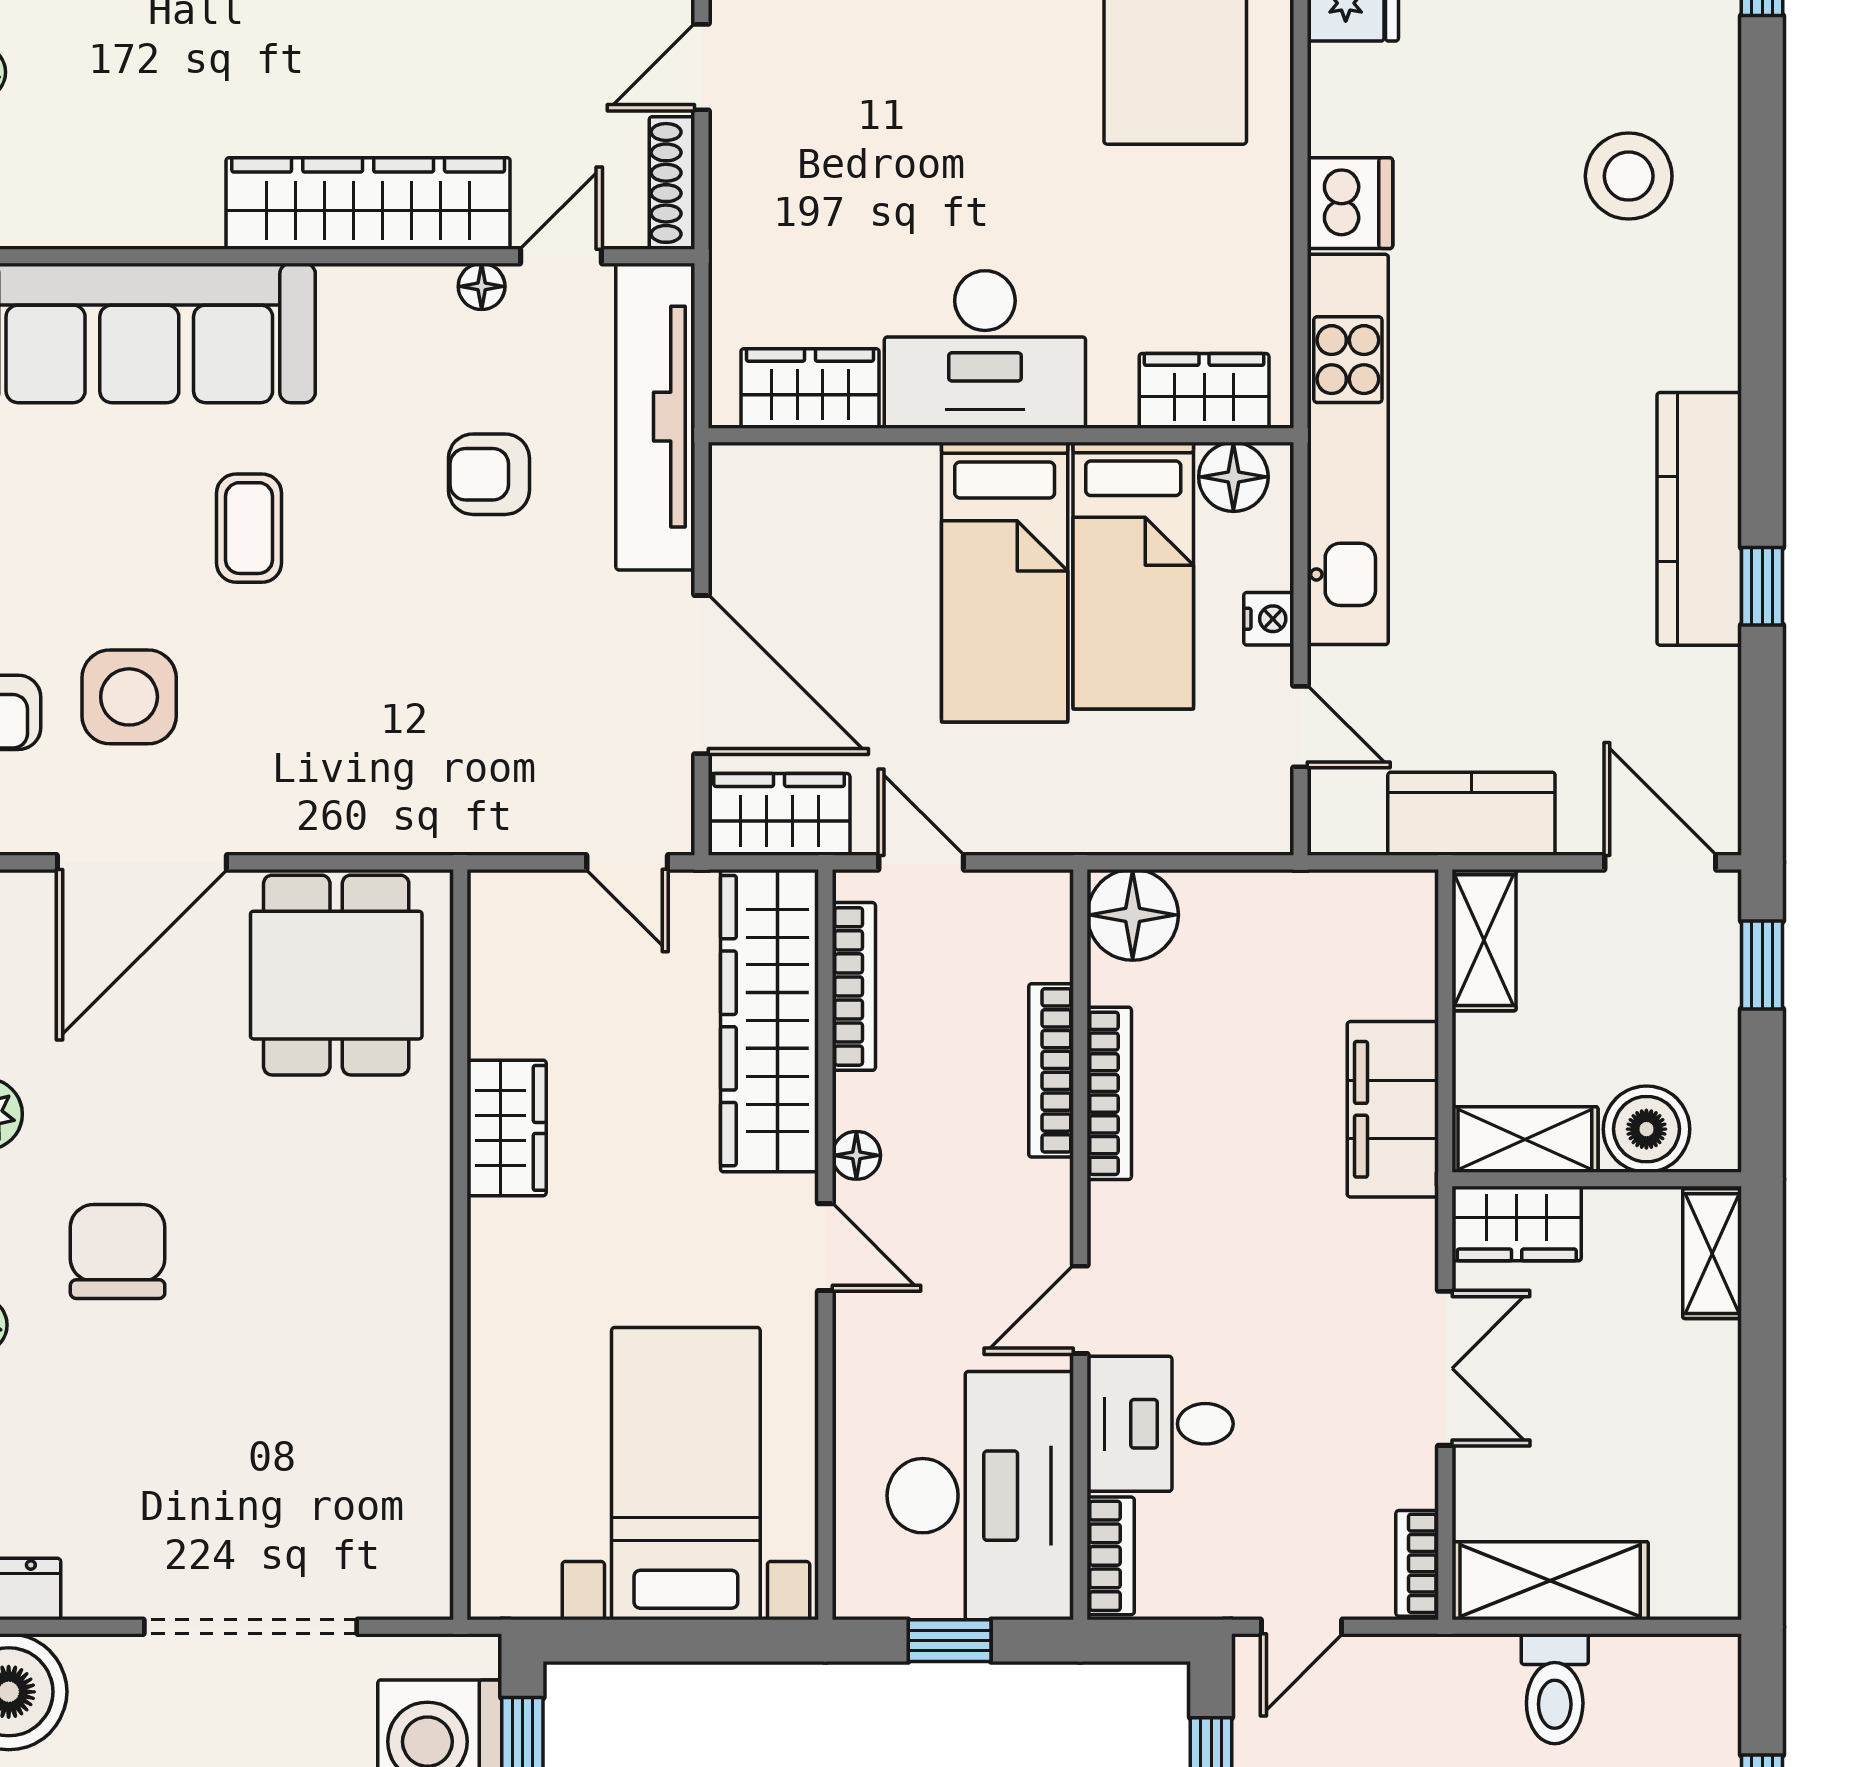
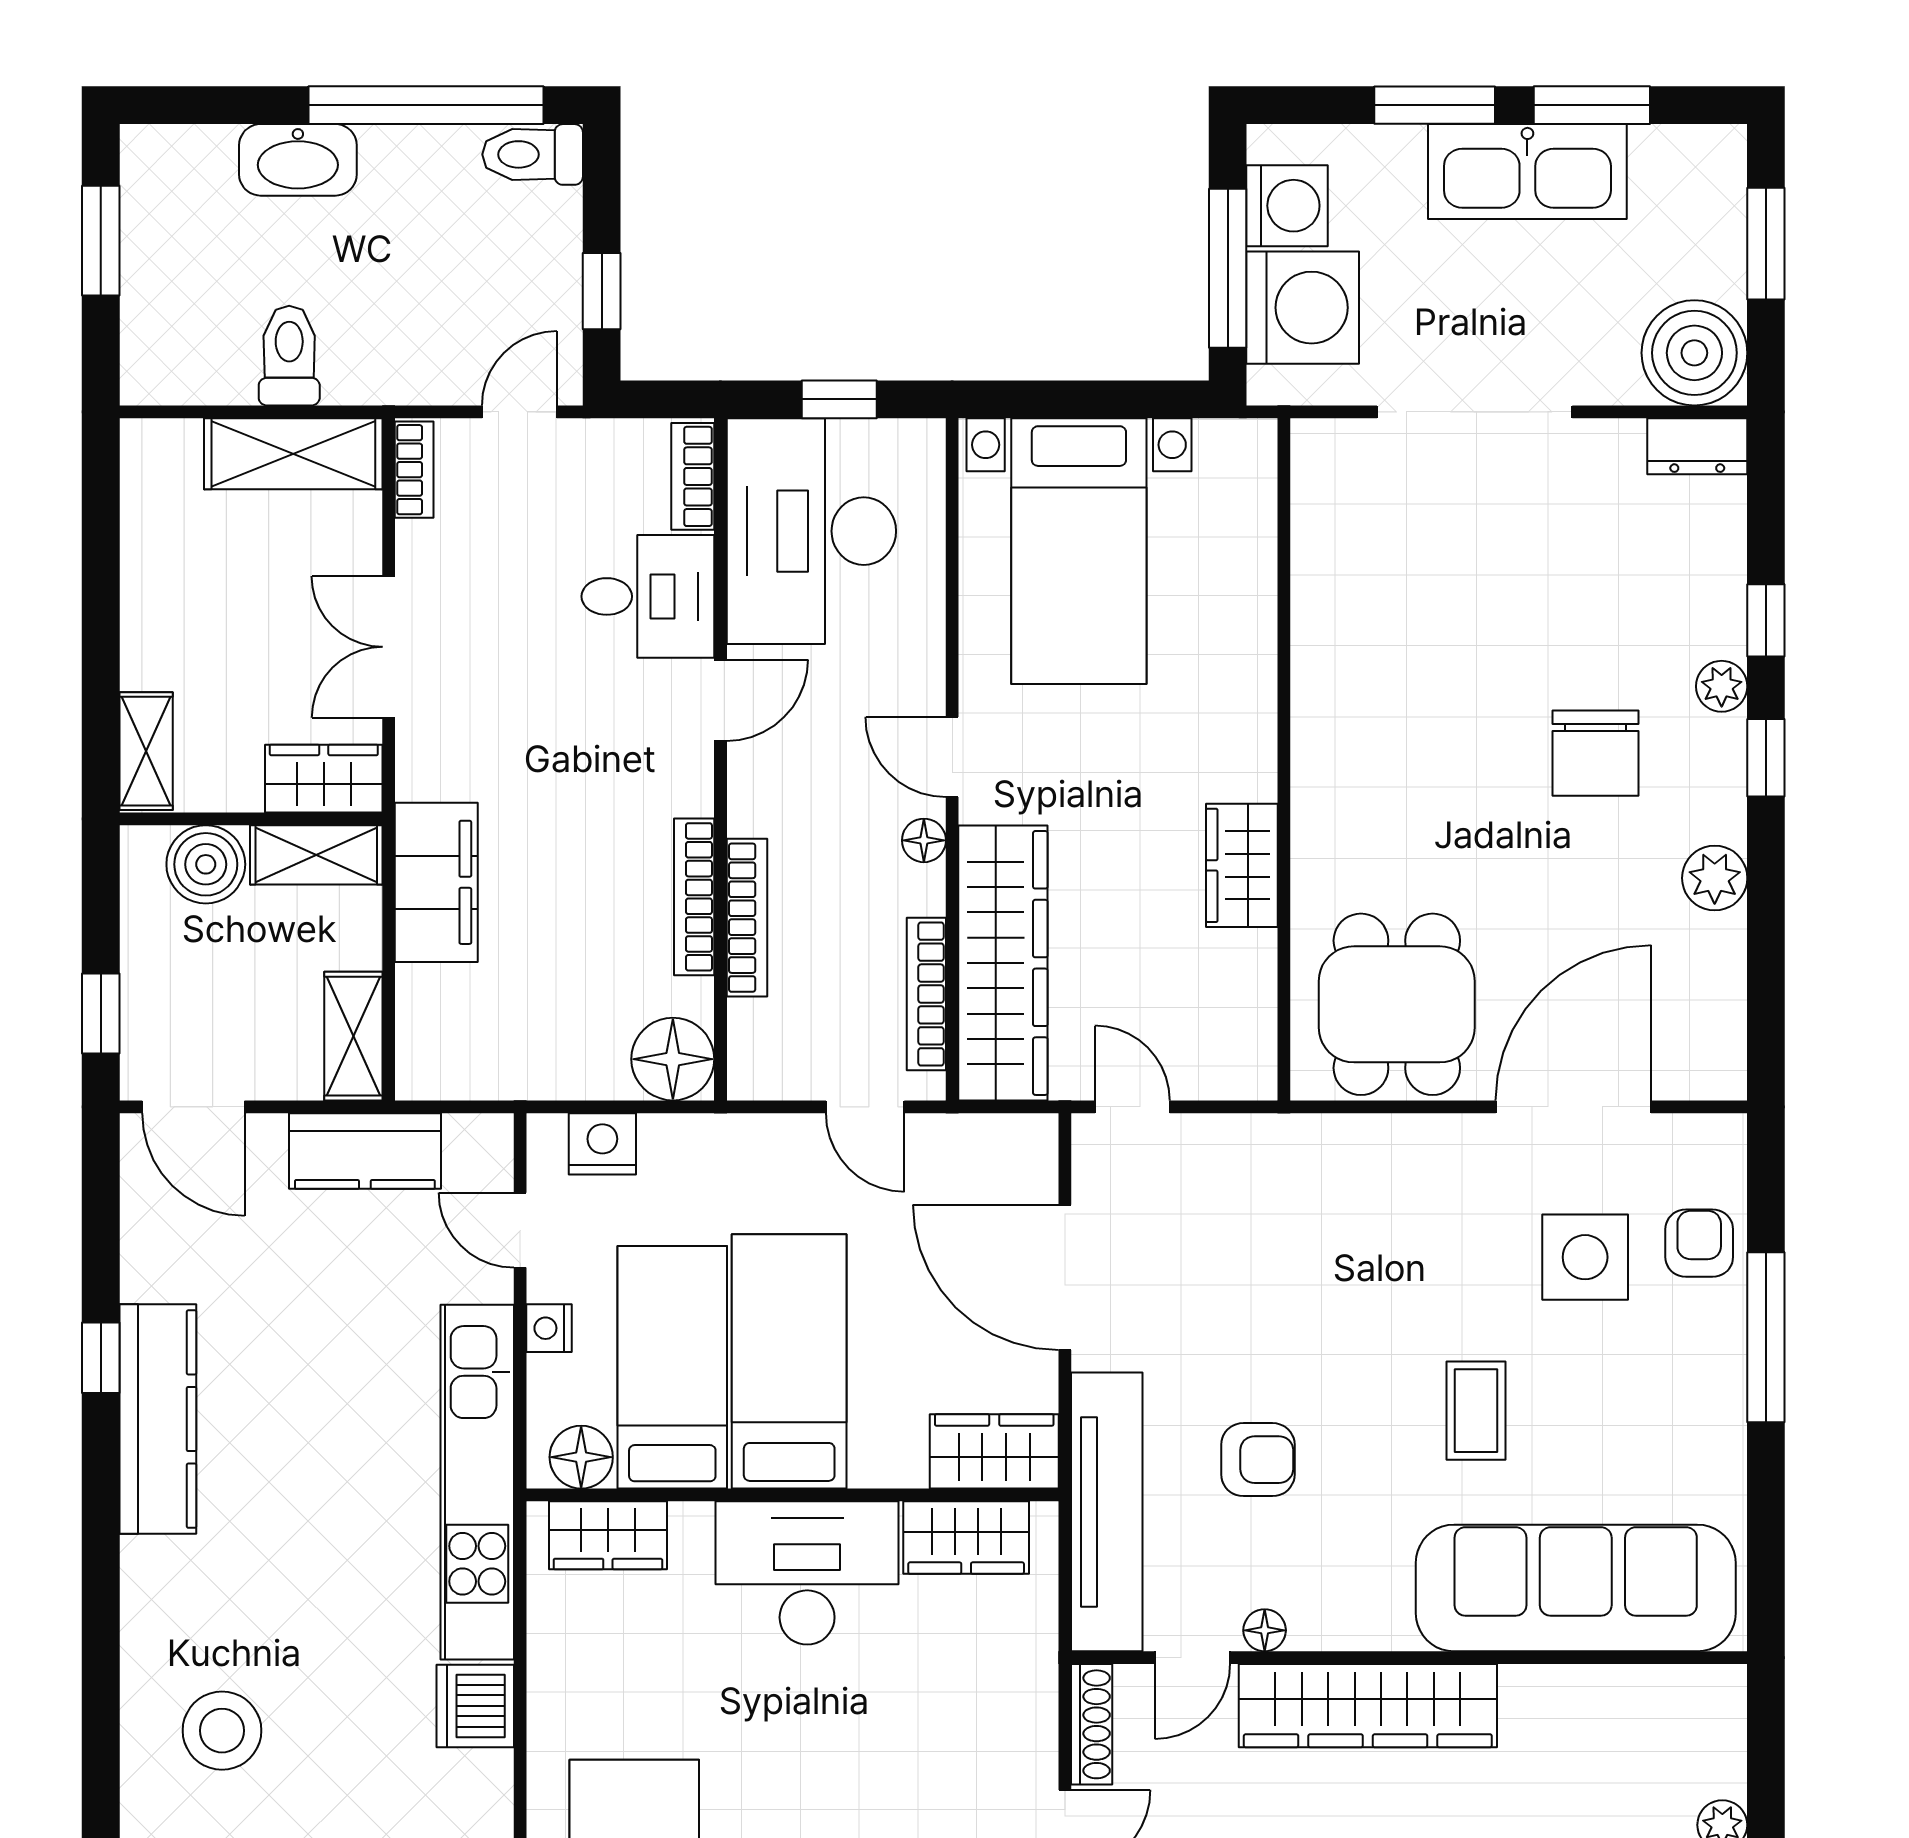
wardrobe: (779, 814) -> (994, 1451), moved, turned 180
nightstand: (1210, 822) -> (602, 1144), added

